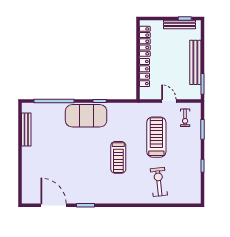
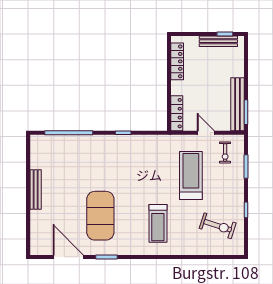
bench: (195, 62) -> (237, 104), moved
locker: (145, 73) -> (177, 113), moved
exercise mat: (86, 116) -> (100, 216), moved, turned 90
bench: (26, 130) -> (36, 189), moved
treadmill: (118, 157) -> (158, 223), moved
exercise bike: (159, 182) -> (218, 226), moved, turned 114

